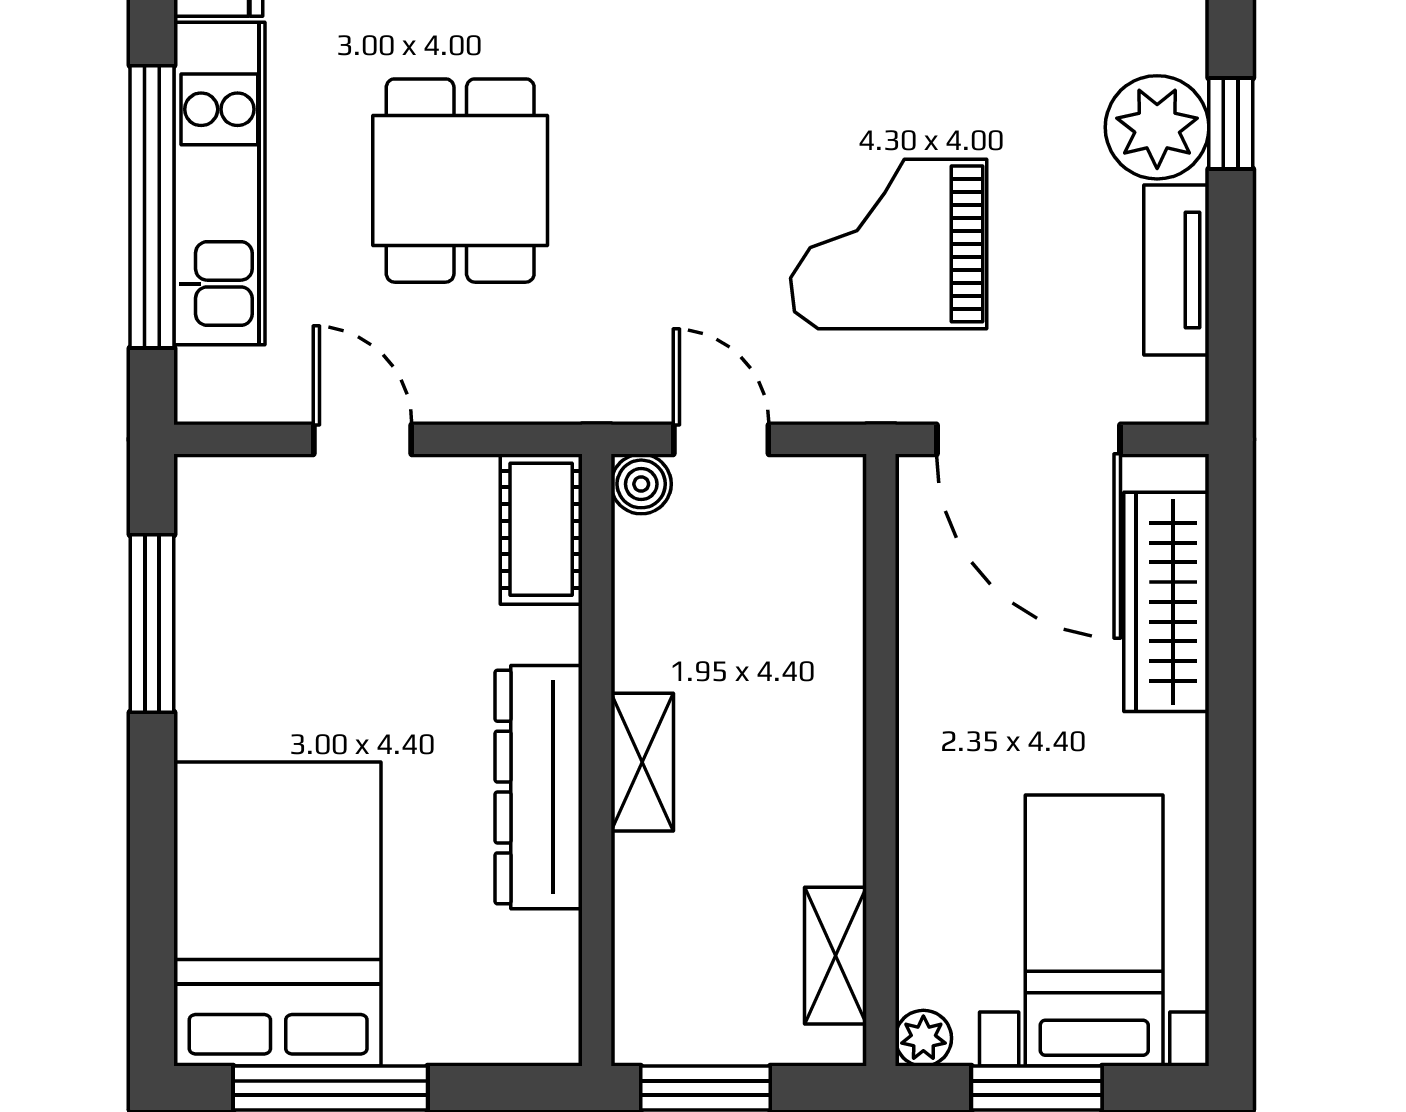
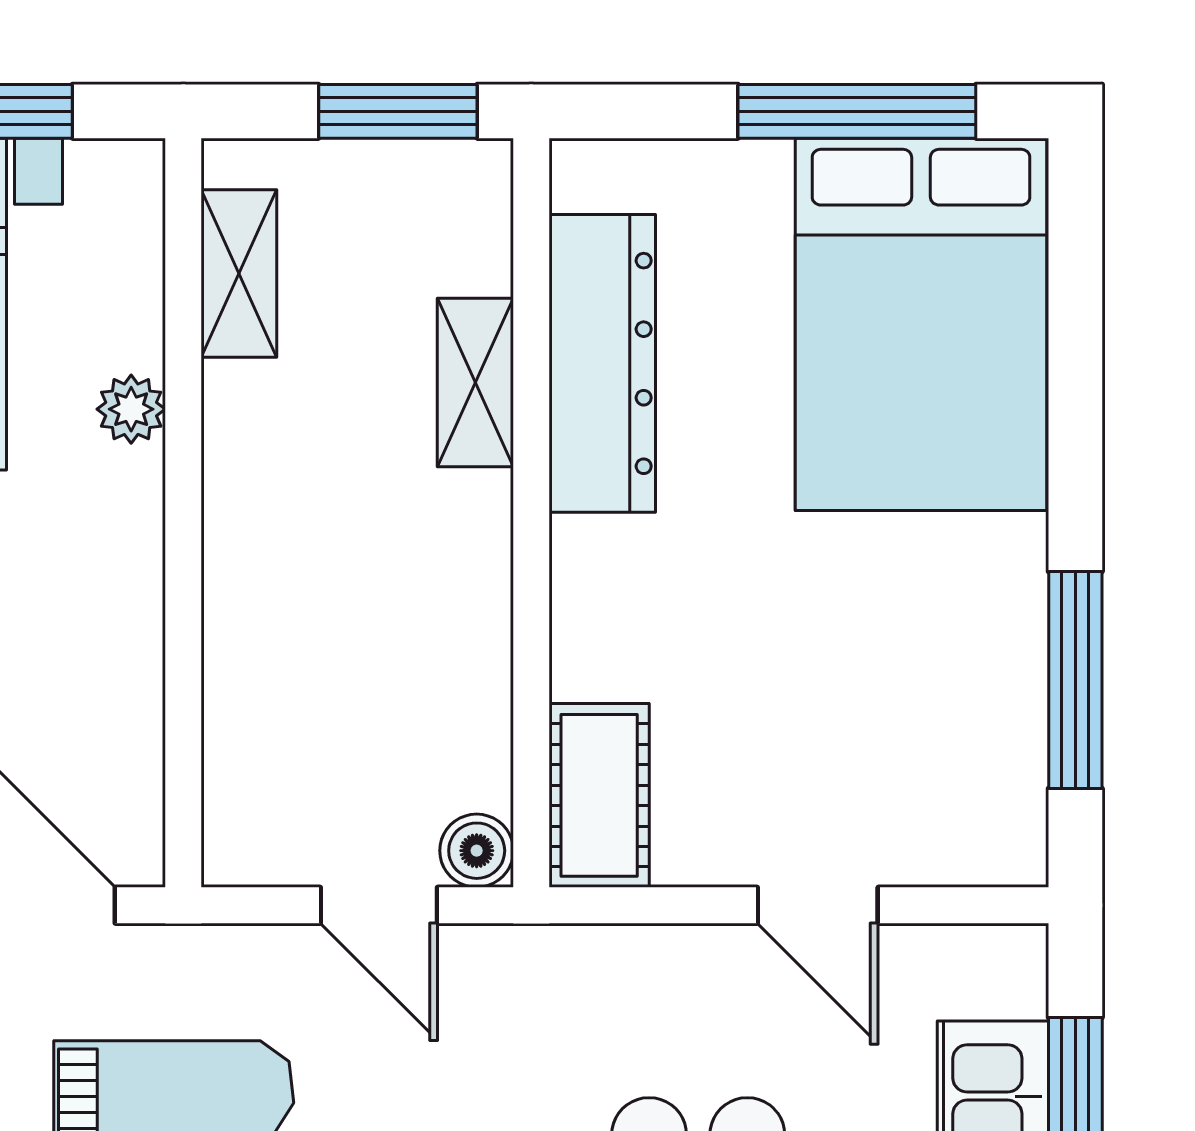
shelving: (642, 762) -> (475, 383), moved
dresser: (539, 787) -> (602, 363), moved
plant: (923, 1038) -> (131, 409), moved

